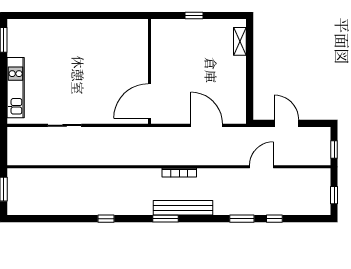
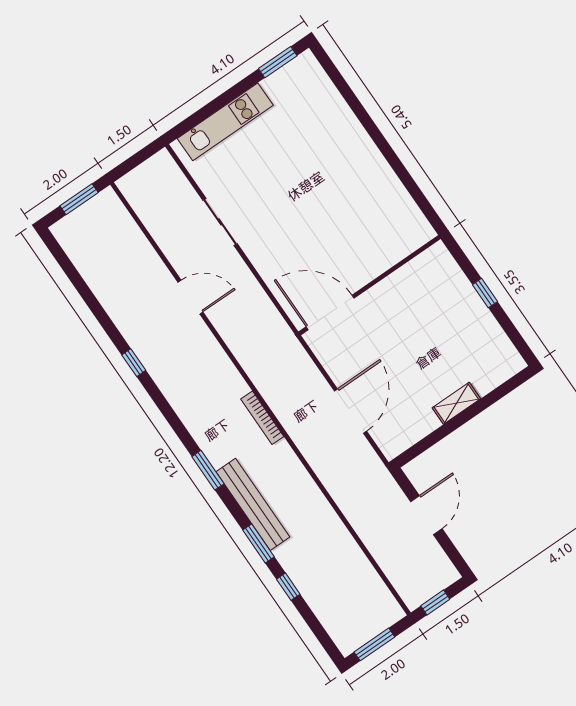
shelving: (240, 41) -> (456, 403), moved
door: (262, 167) -> (190, 297), moved
window: (334, 195) -> (374, 644), width x1.50
bench: (183, 208) -> (253, 504), moved
window: (165, 219) -> (208, 470), moved

